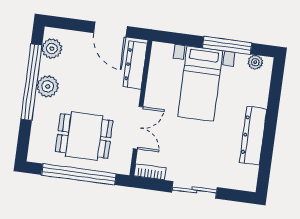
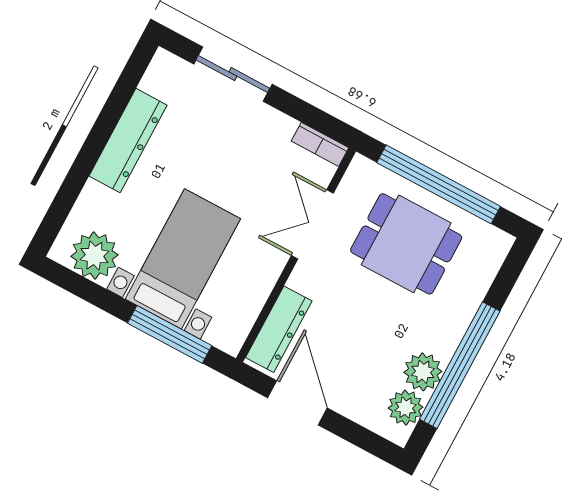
window: (227, 45) -> (170, 334), moved
plant: (255, 62) -> (94, 256), width x1.88, depth x1.88
plant: (48, 86) -> (423, 372), moved
sliding door: (194, 190) -> (233, 74), moved

